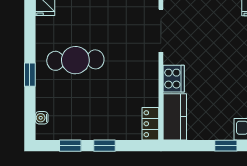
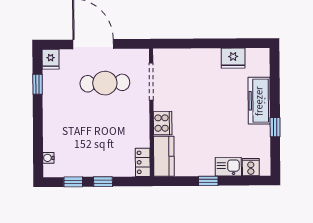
cafe table: (75, 60) -> (105, 83), moved
window: (30, 75) -> (38, 84), moved

